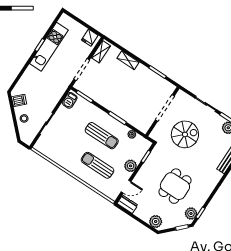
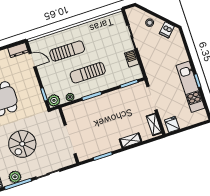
barbecue: (70, 100) -> (132, 59), moved
spiral stairs: (185, 134) -> (22, 144), moved
plant: (131, 166) -> (54, 100), moved
door: (126, 187) -> (33, 60), swing flipped

